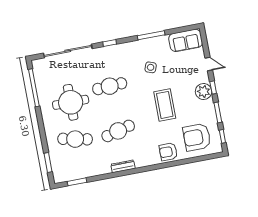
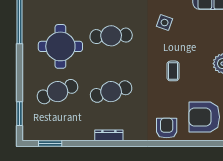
coffee table: (165, 105) -> (173, 71), width x0.54, depth x0.58
cafe table: (75, 139) -> (57, 92), turned -33
armchair: (168, 152) -> (167, 128), turned 90

